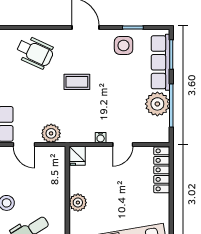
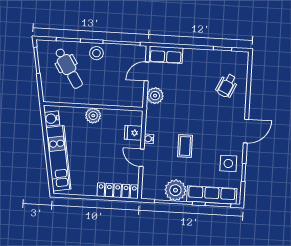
wheelchair: (35, 52) -> (227, 86), width x0.73, depth x0.73
coffee table: (77, 82) -> (185, 146), moved
fridge: (77, 156) -> (133, 133), moved

